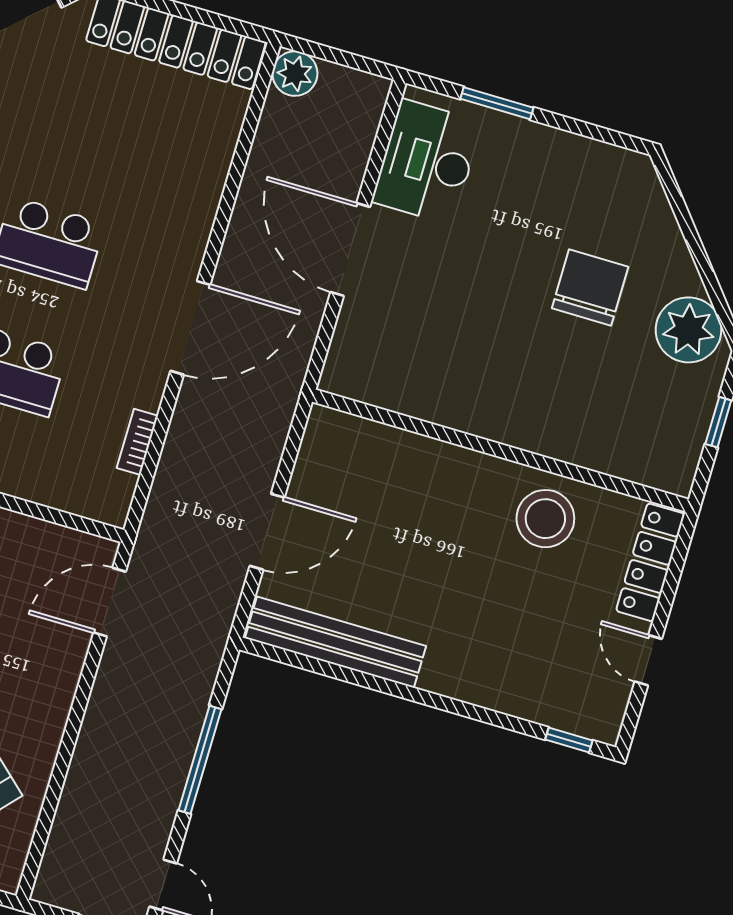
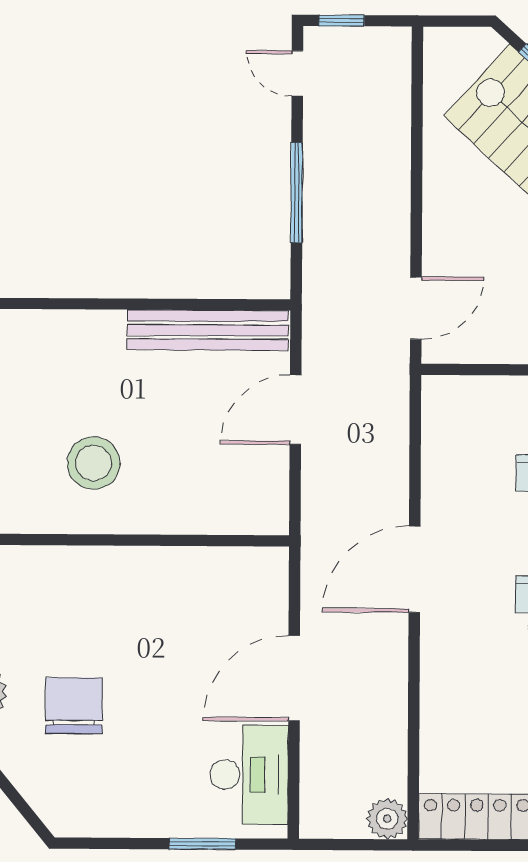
door: (350, 250) -> (294, 678), swing flipped
chair: (590, 288) -> (74, 706), turned 180
bookcase: (137, 442) -> (432, 456), removed
stool: (545, 519) -> (94, 463), moved

